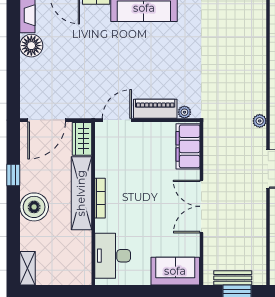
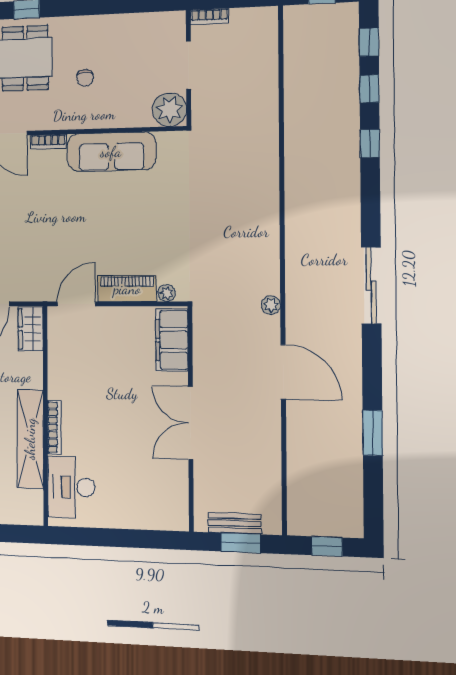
shelving: (81, 193) -> (30, 439), moved
bookcase: (100, 198) -> (54, 427), moved
sofa: (175, 271) -> (155, 511), removed

